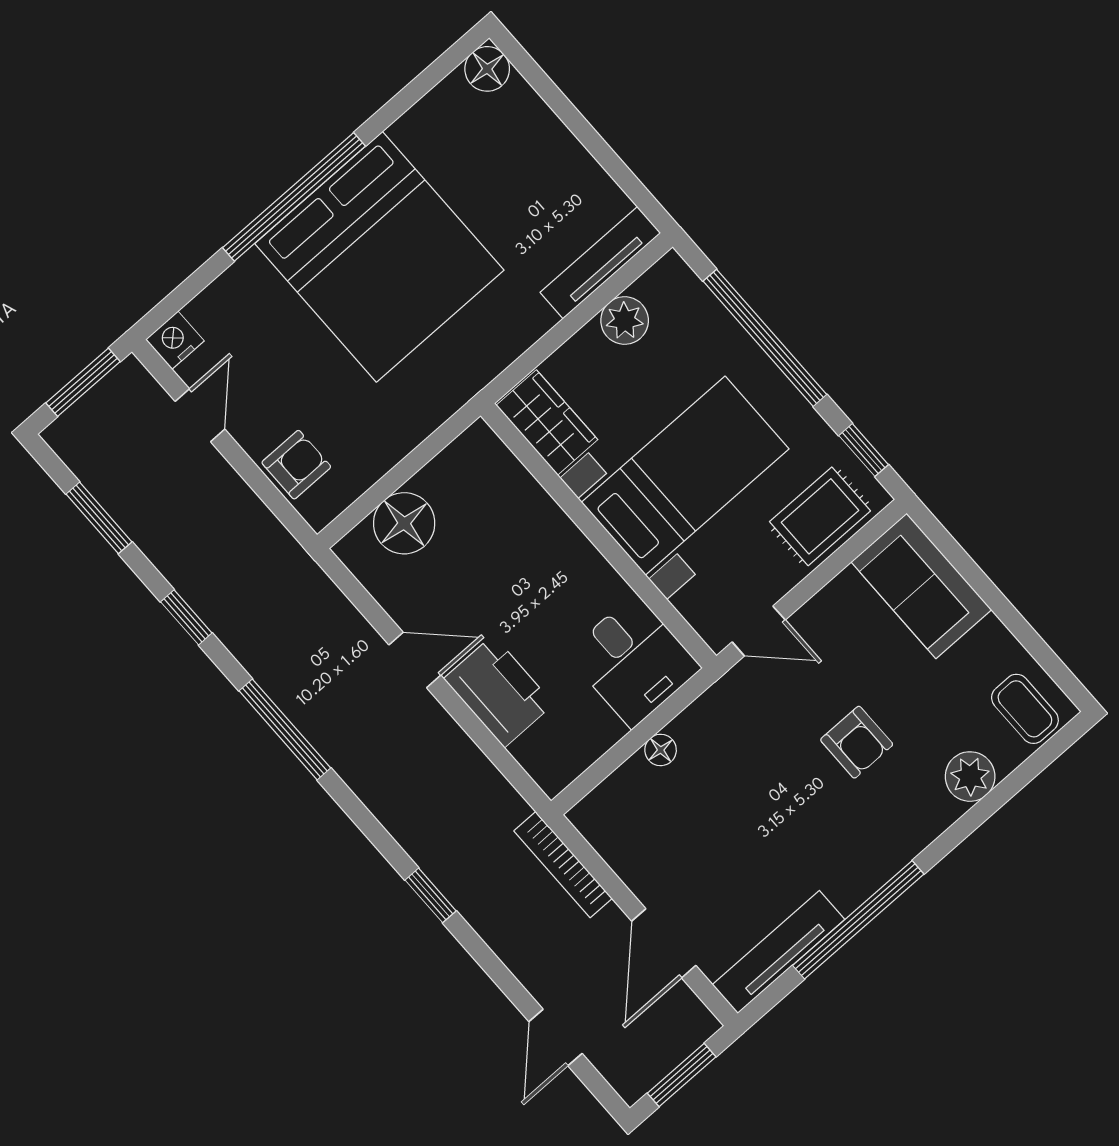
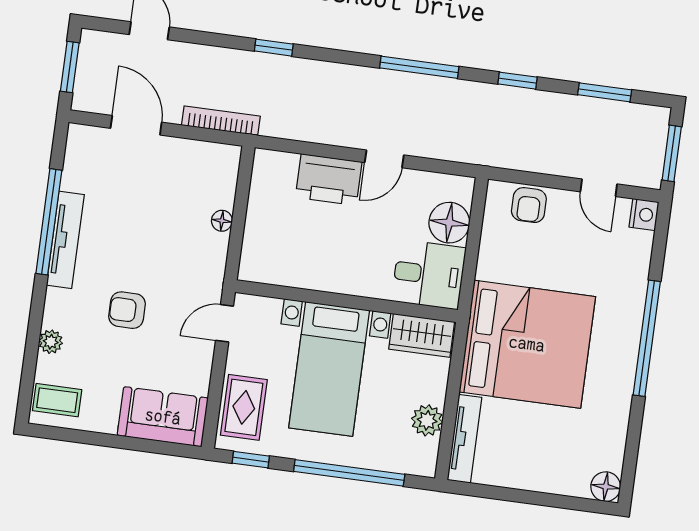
bed: (379, 257) -> (527, 344), moved, turned 180
desk: (634, 661) -> (429, 274), moved, turned 180
plant: (970, 777) -> (51, 342), width x0.73, depth x0.73
tv unit: (779, 952) -> (65, 240), moved

